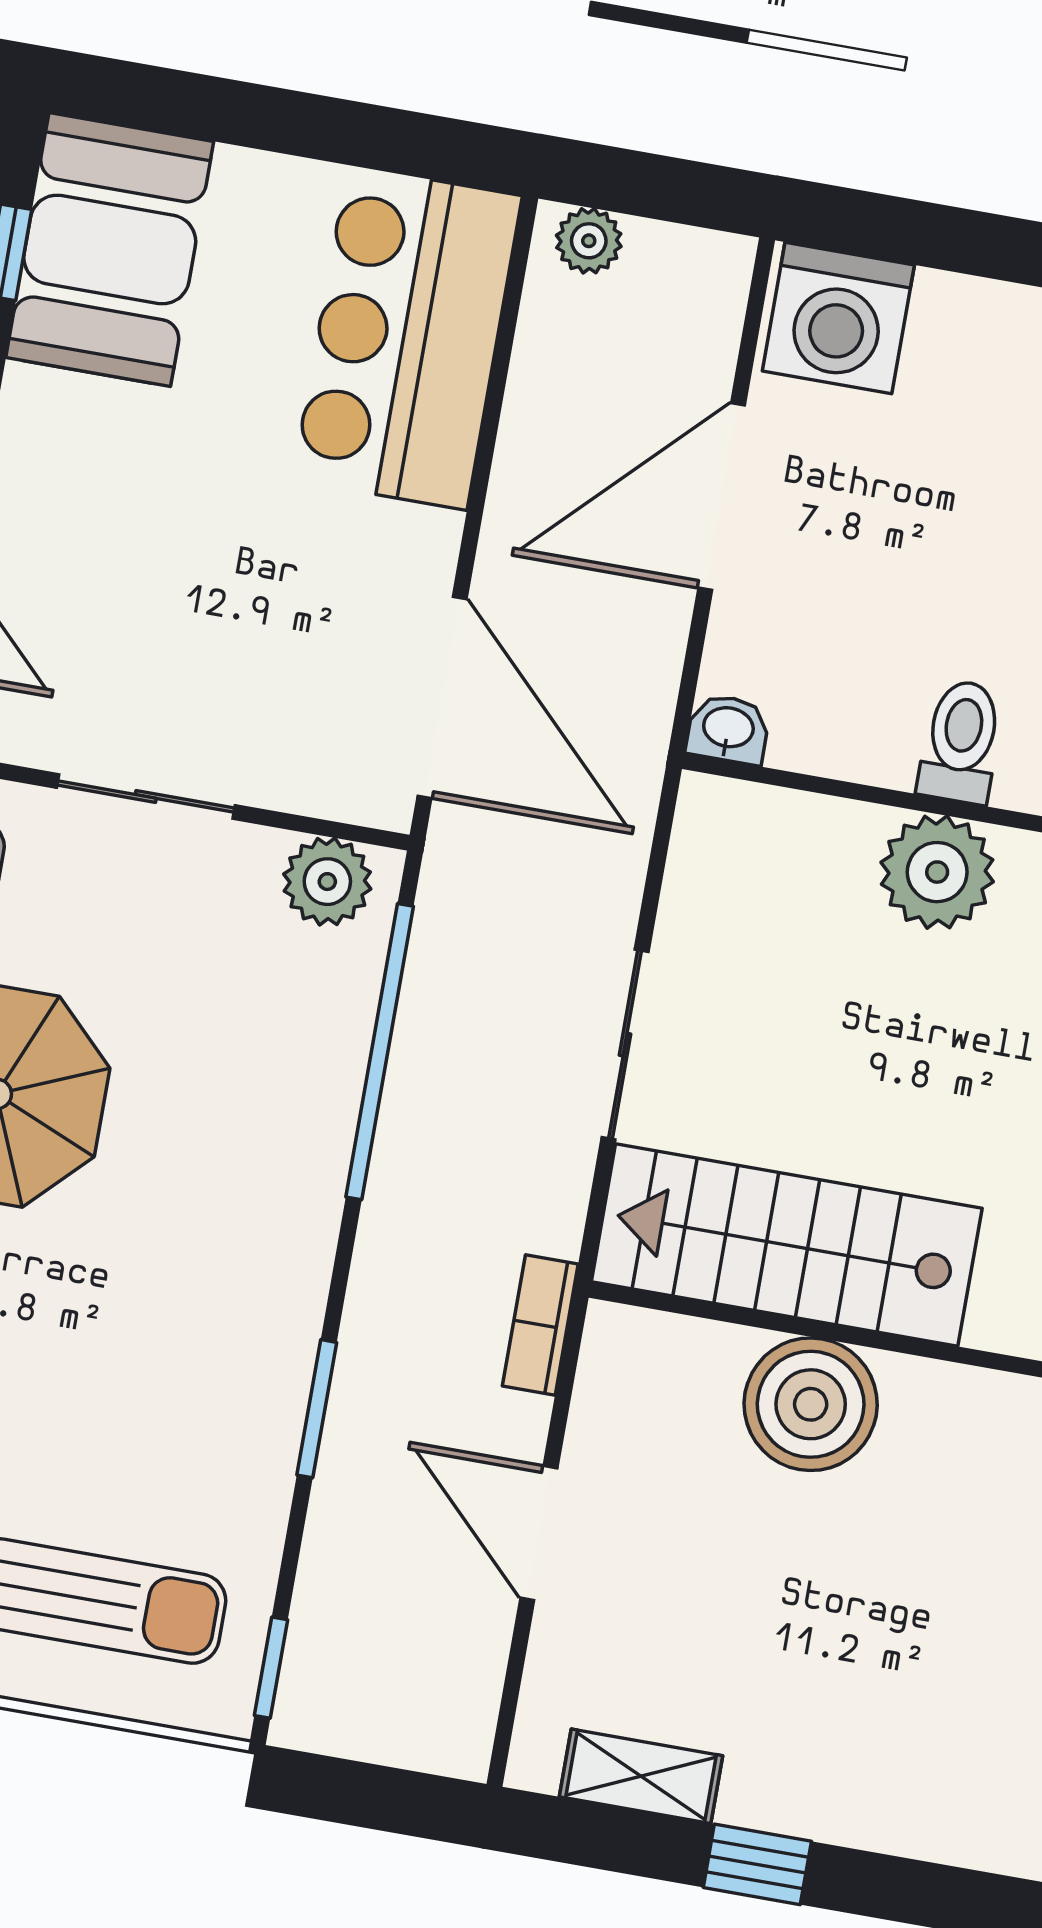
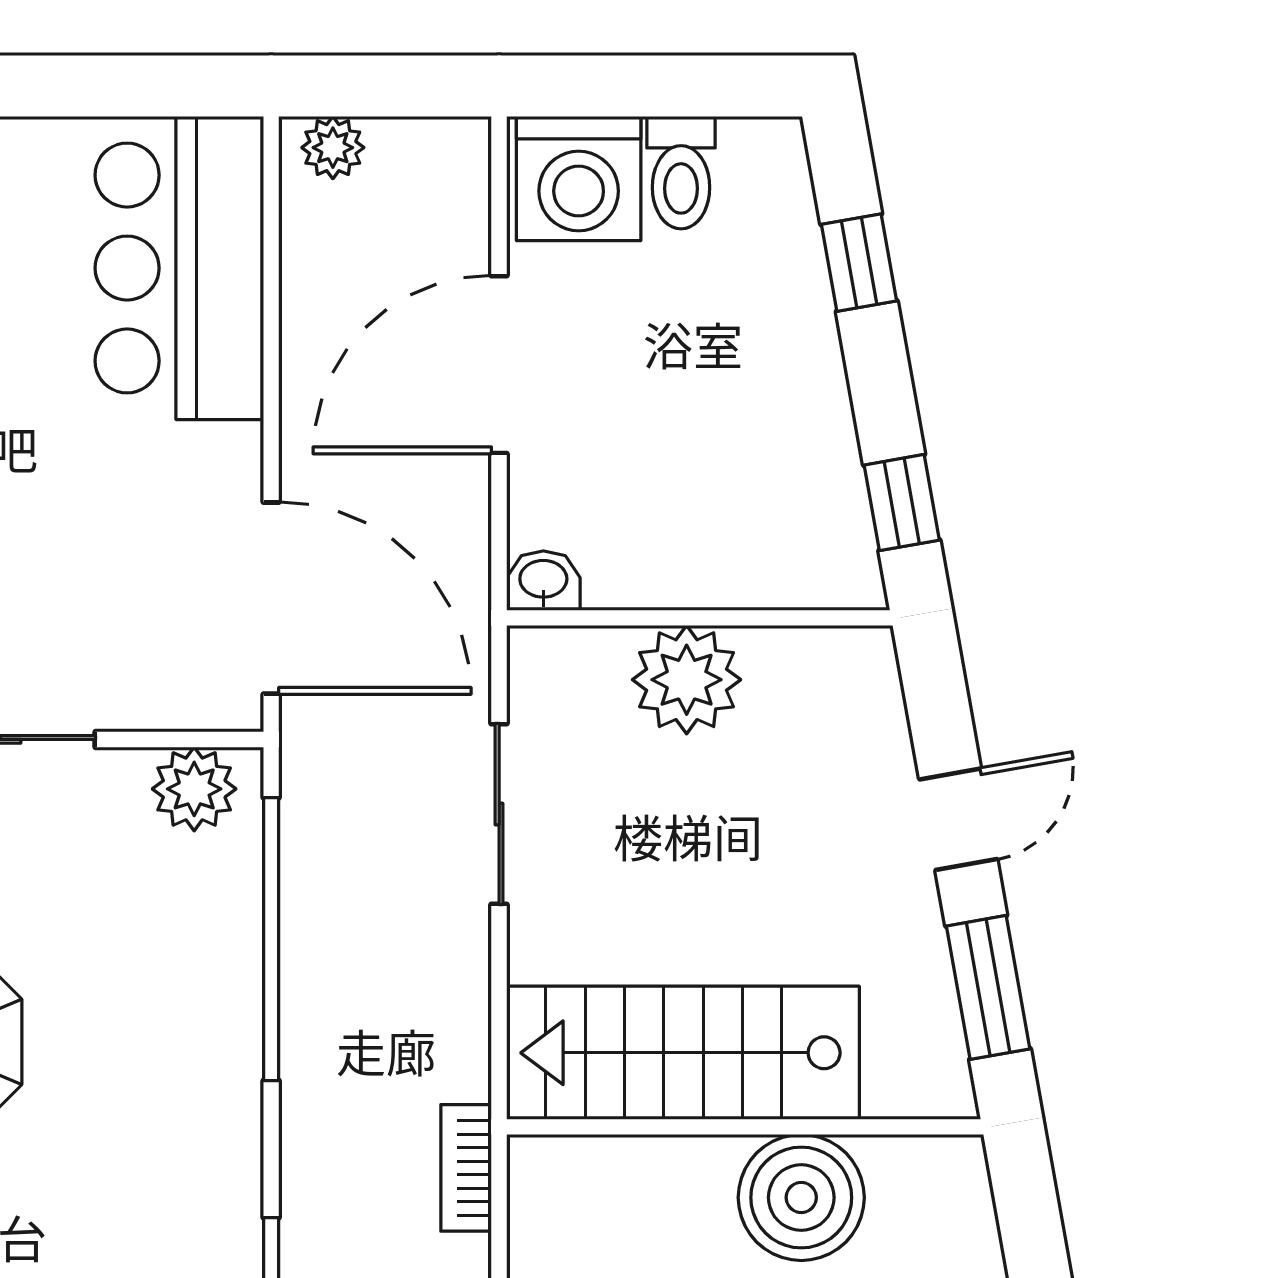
toilet: (961, 742) -> (681, 173), moved, turned 180
plant: (937, 872) -> (687, 680), moved
sliding door: (625, 1045) -> (499, 814), moved
boiler: (811, 1404) -> (801, 1198), moved

